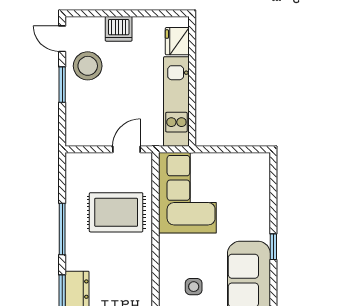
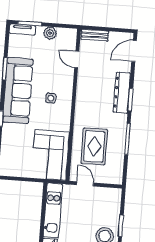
door: (126, 149) -> (85, 184), swing flipped
rug: (116, 212) -> (94, 146), turned 90

